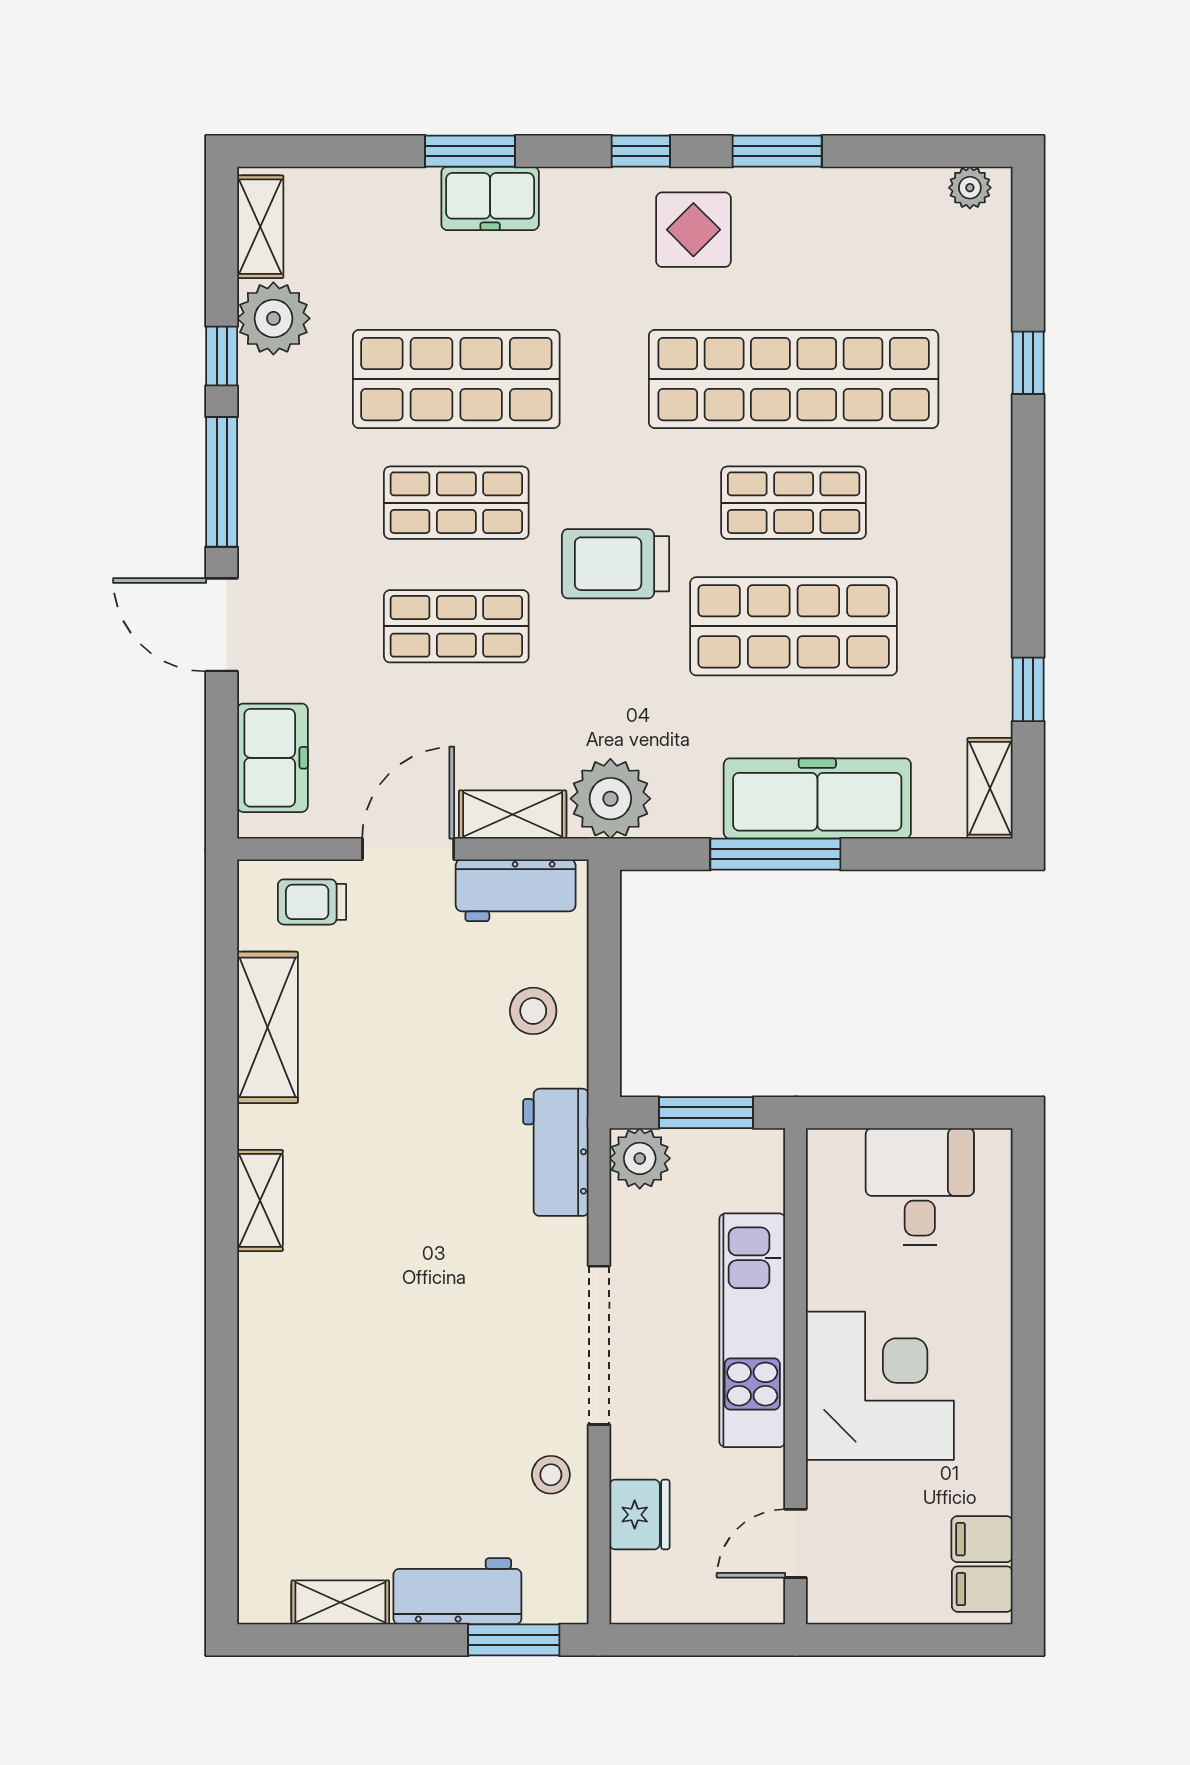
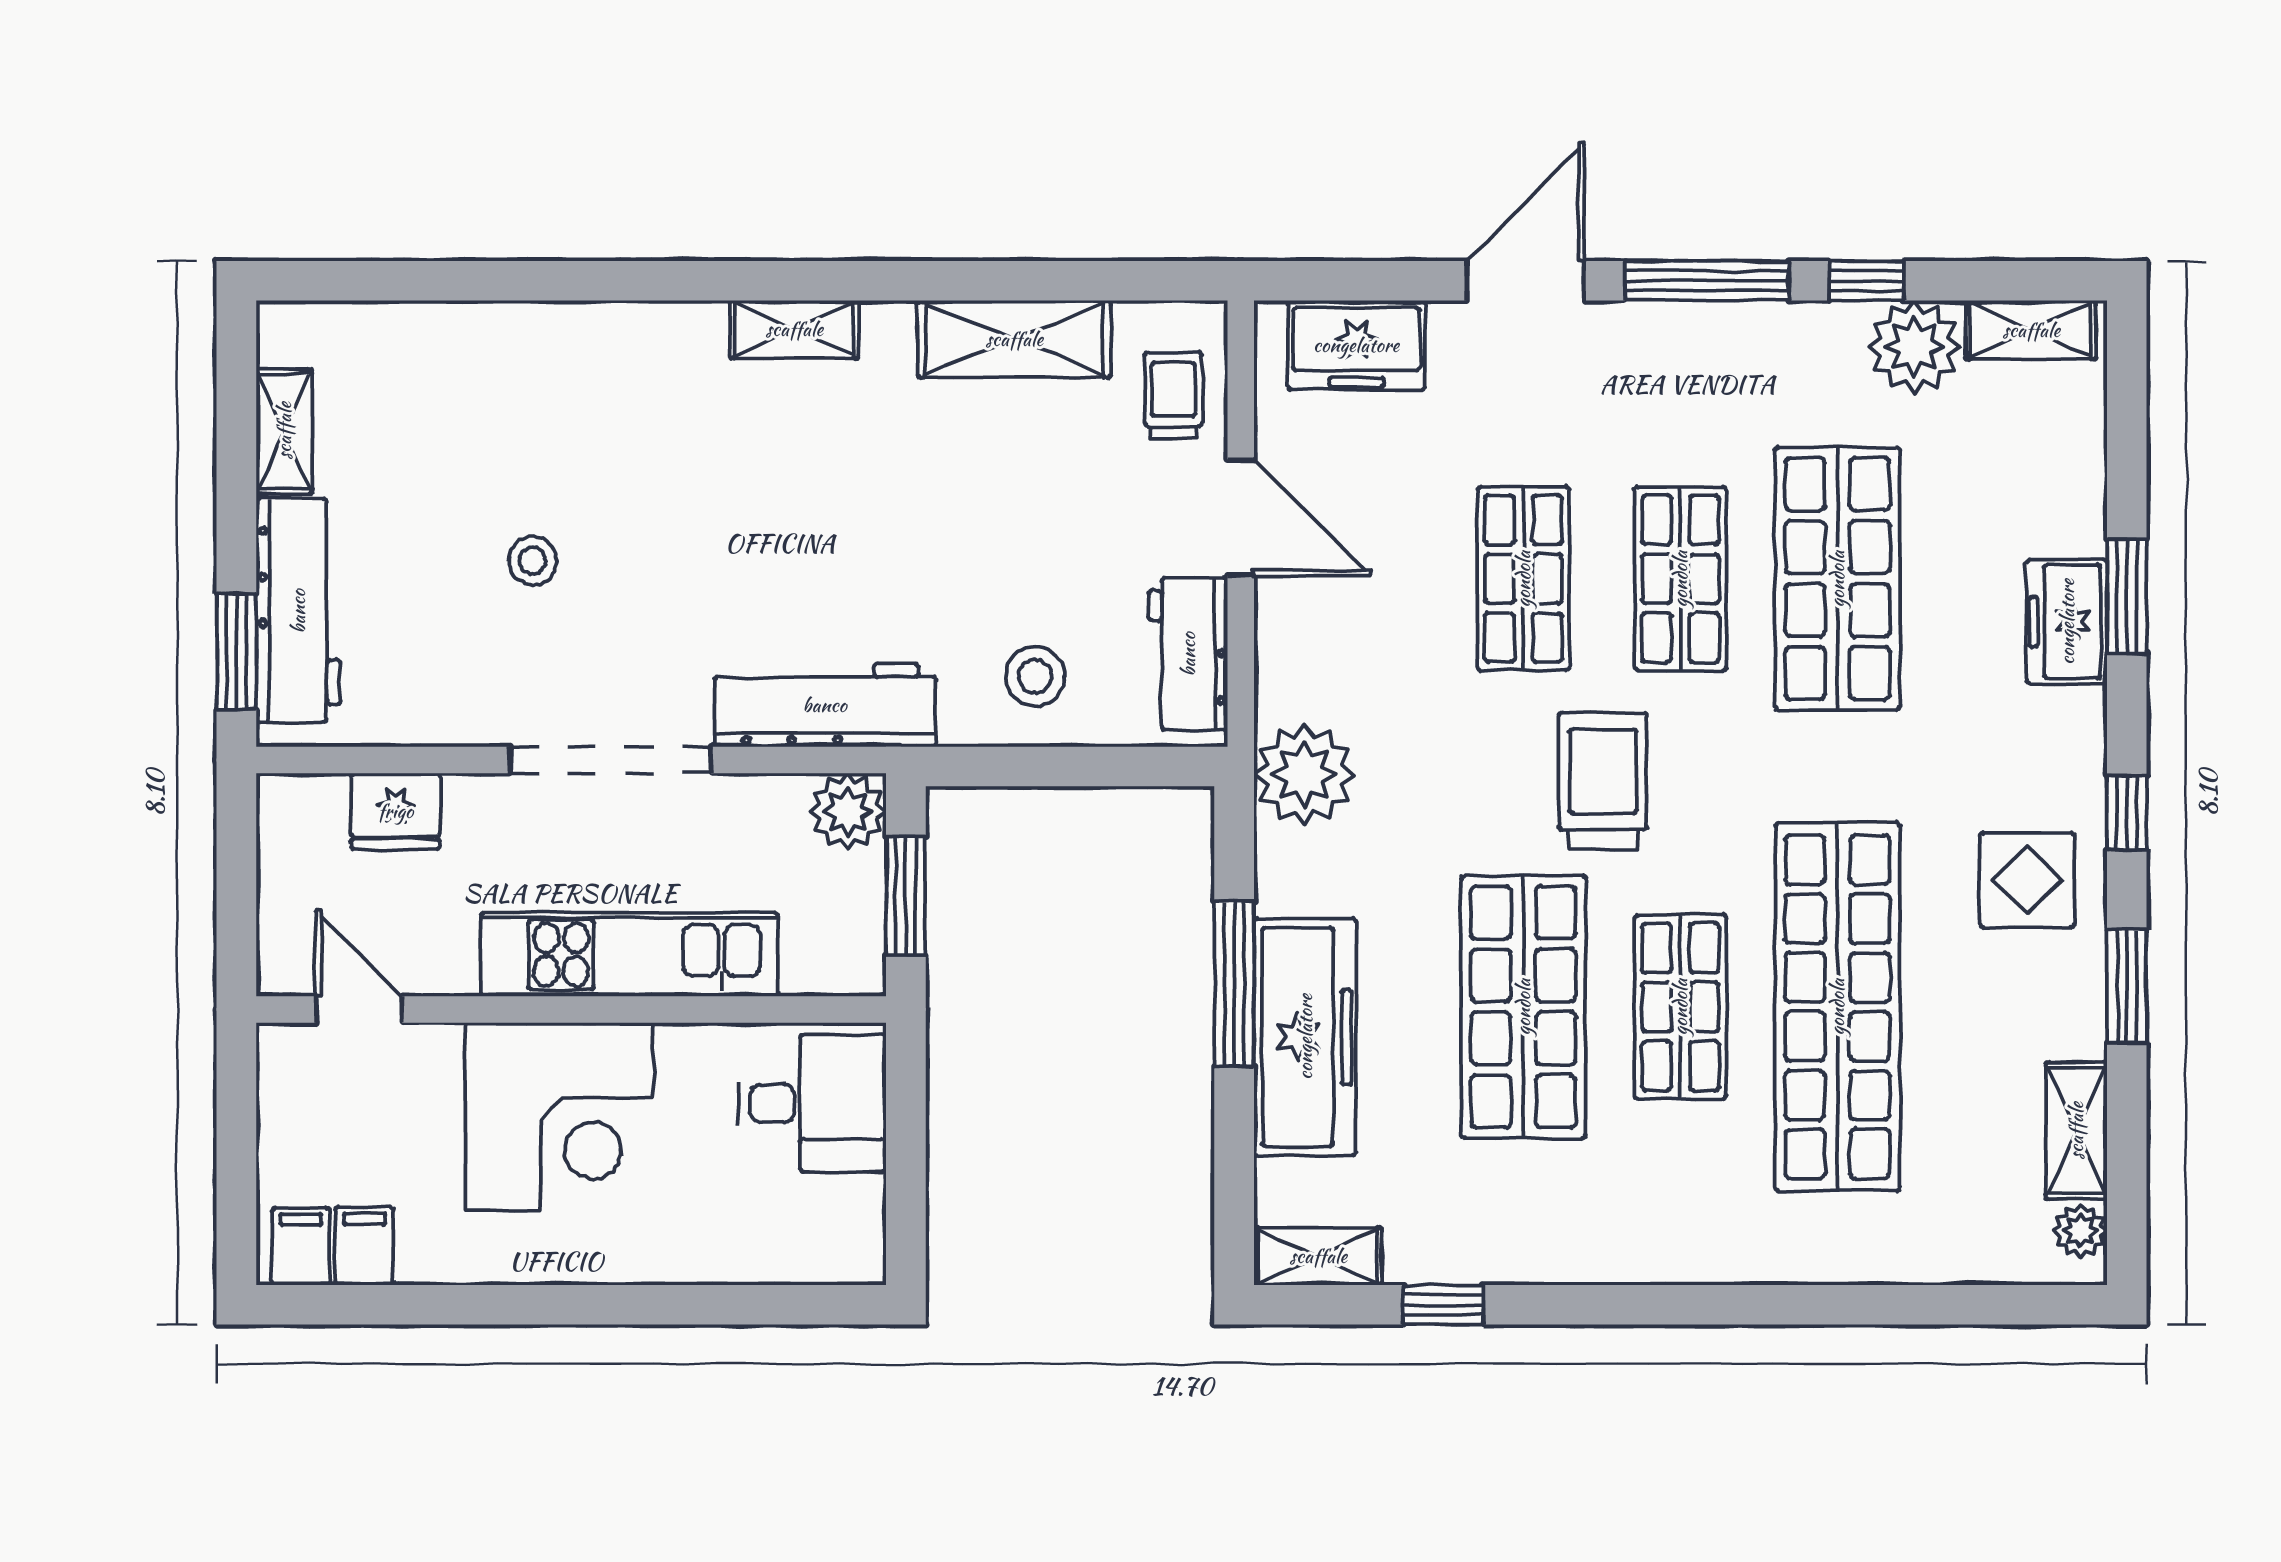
window: (1028, 363) -> (1858, 1305), removed
shelving: (513, 814) -> (2076, 1131), moved
workbench: (556, 1152) -> (825, 705), width x1.38
desk: (920, 1186) -> (812, 1103), moved
stool: (551, 1475) -> (533, 561), moved
workbench: (457, 1591) -> (298, 611), width x1.38

